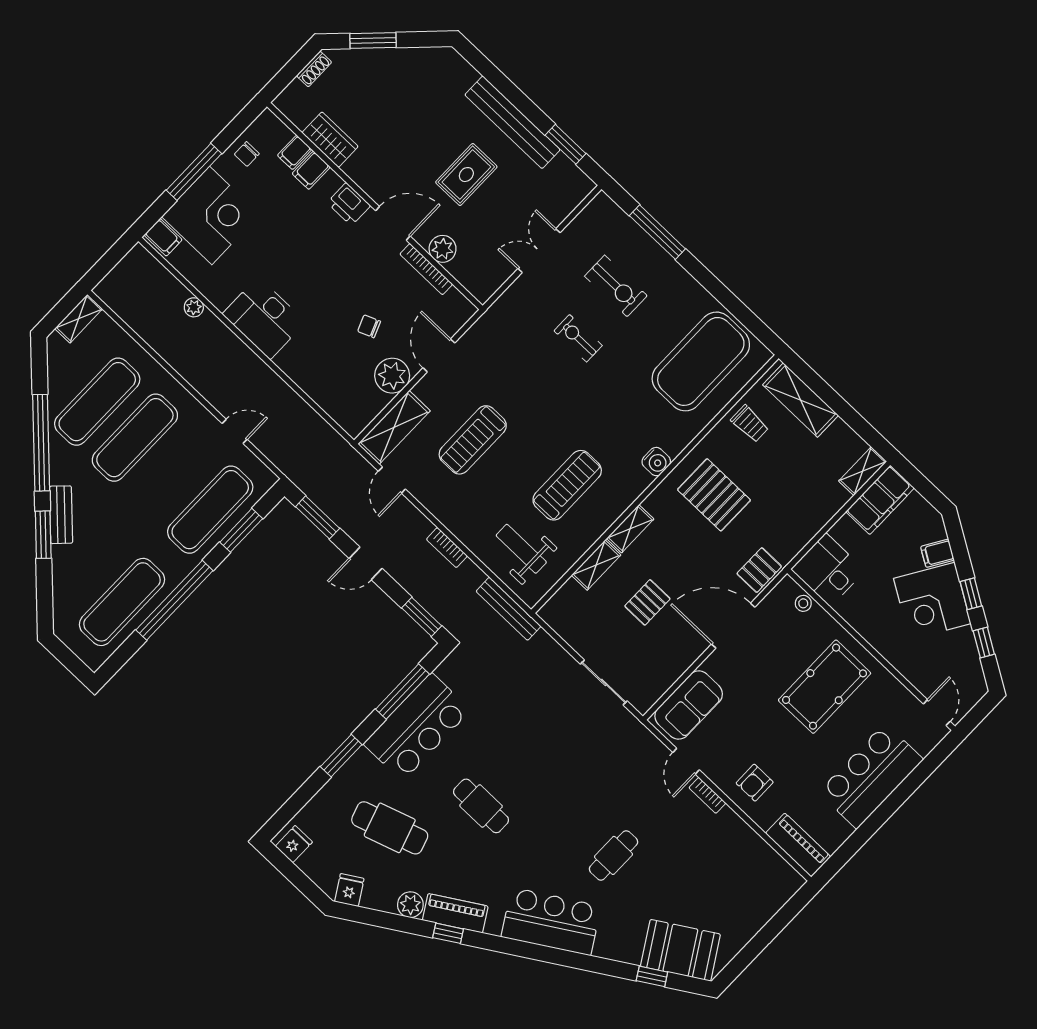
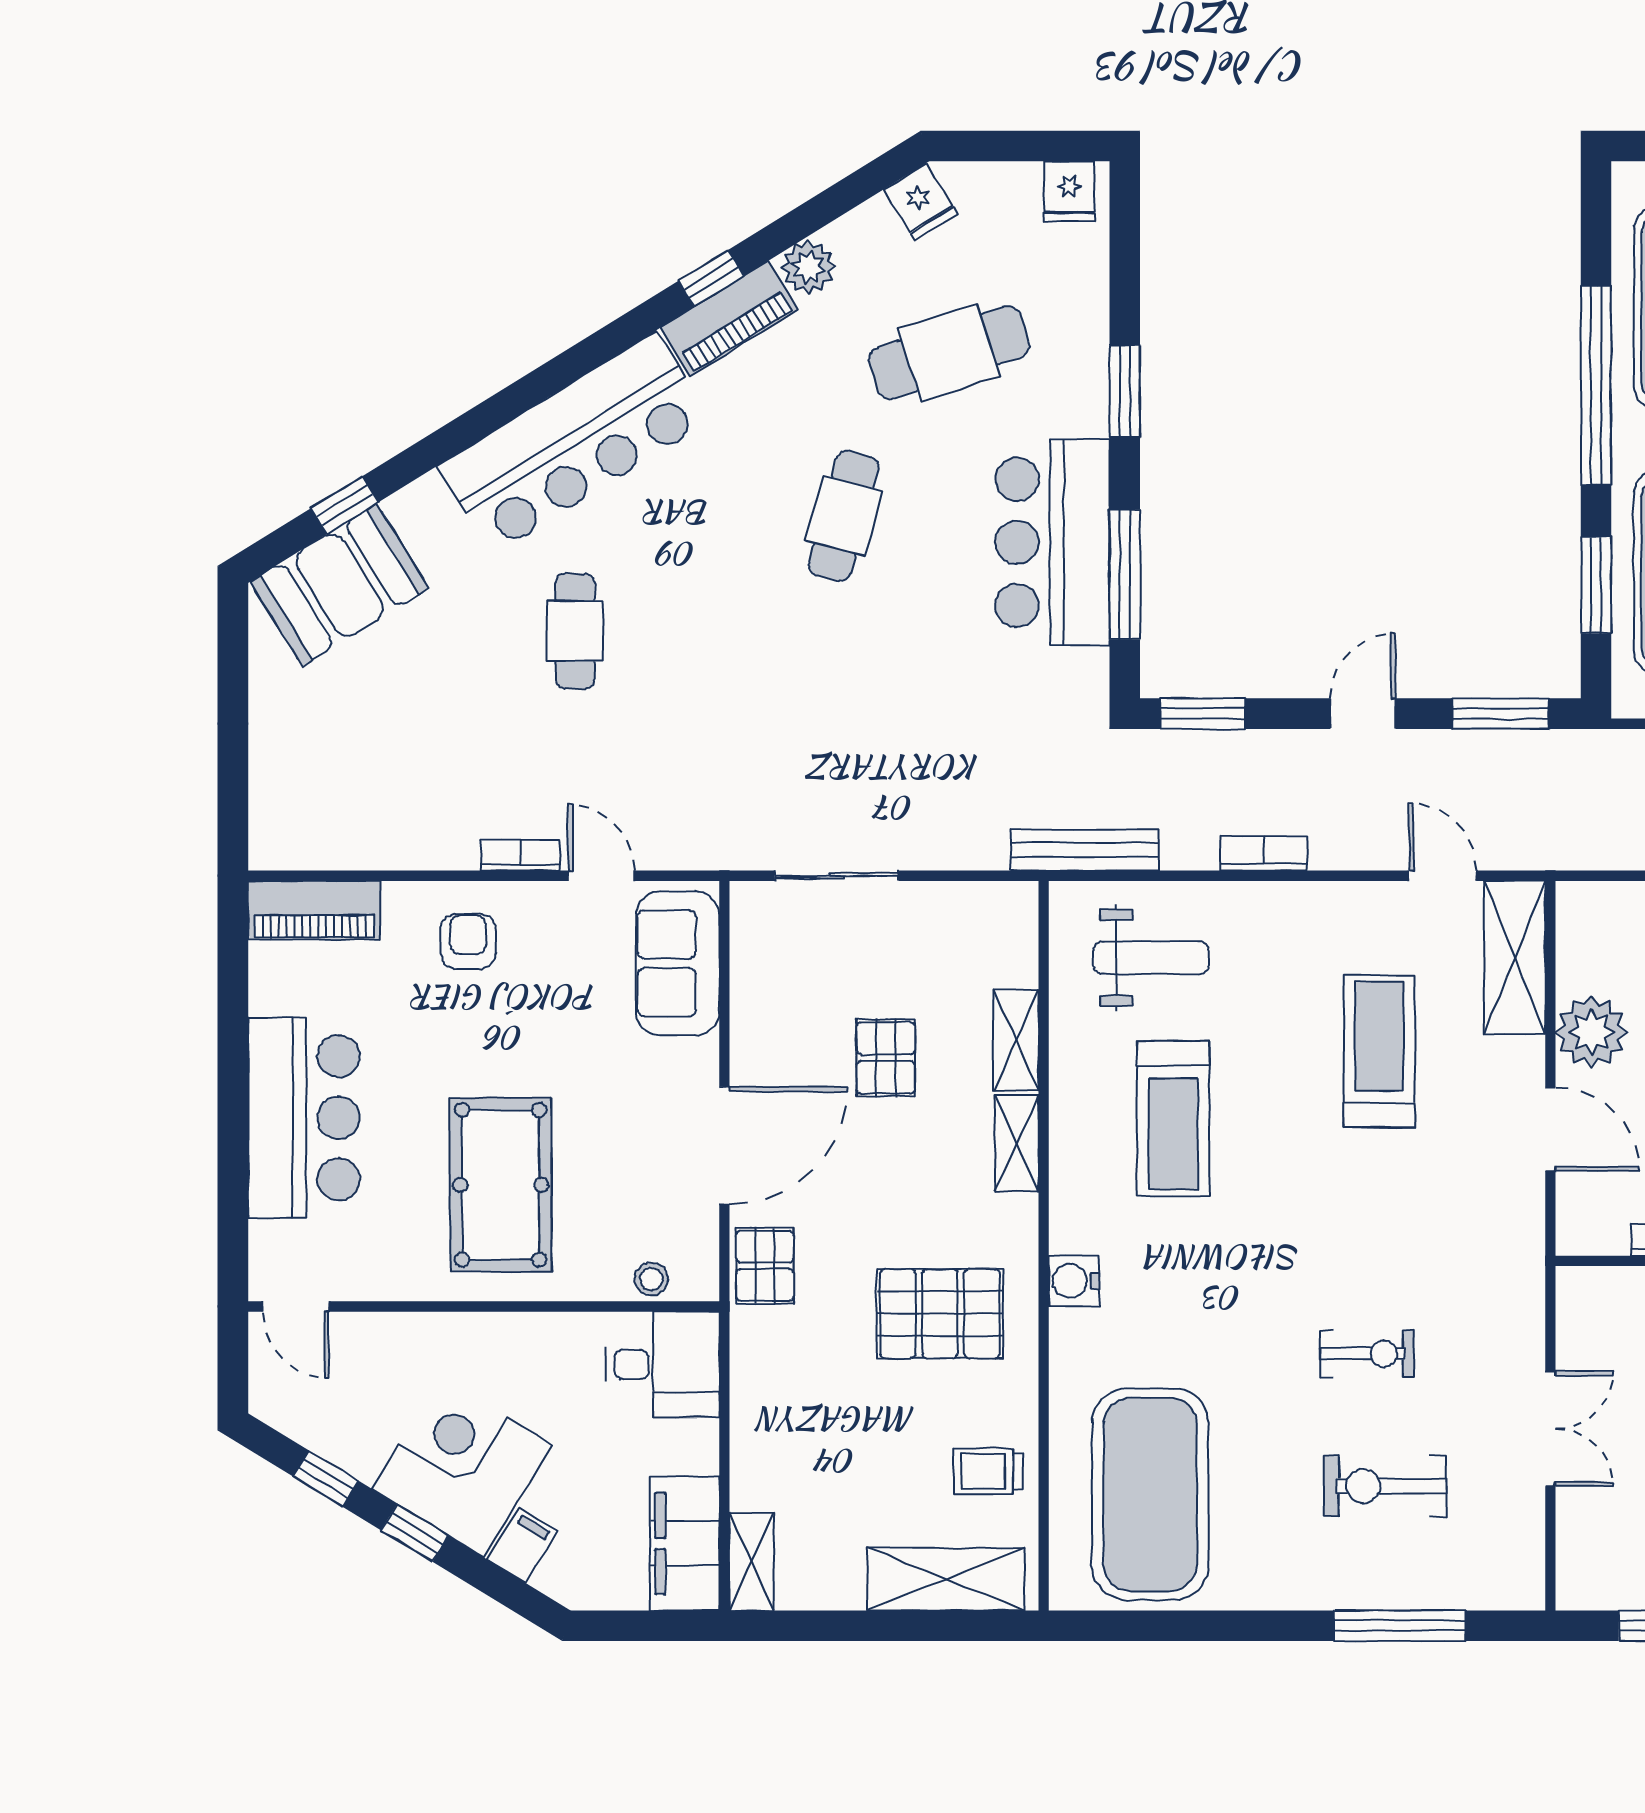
cafe table: (481, 806) -> (844, 516), turned -75
bar counter: (551, 921) -> (574, 443), width x1.36

